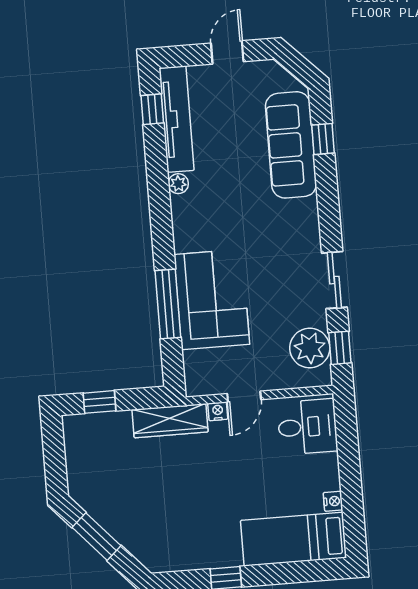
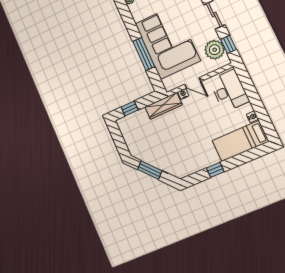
corner sofa: (212, 299) -> (167, 42), width x1.36, depth x1.36
door: (244, 397) -> (193, 83), hinge flipped
desk: (307, 427) -> (229, 91), width x1.37

